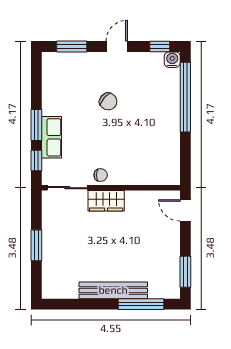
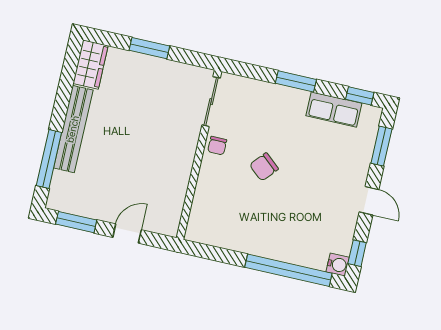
chair: (108, 101) -> (264, 167), moved
row of seats: (52, 137) -> (334, 109), moved
window: (36, 161) -> (360, 96), moved
wardrobe: (106, 201) -> (91, 64), moved, turned 180
door: (185, 210) -> (127, 234), moved

